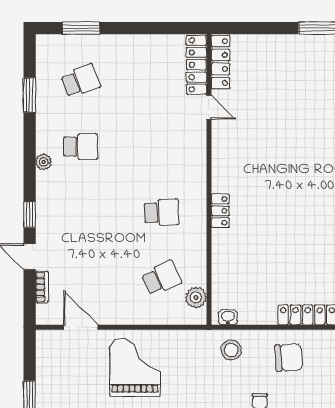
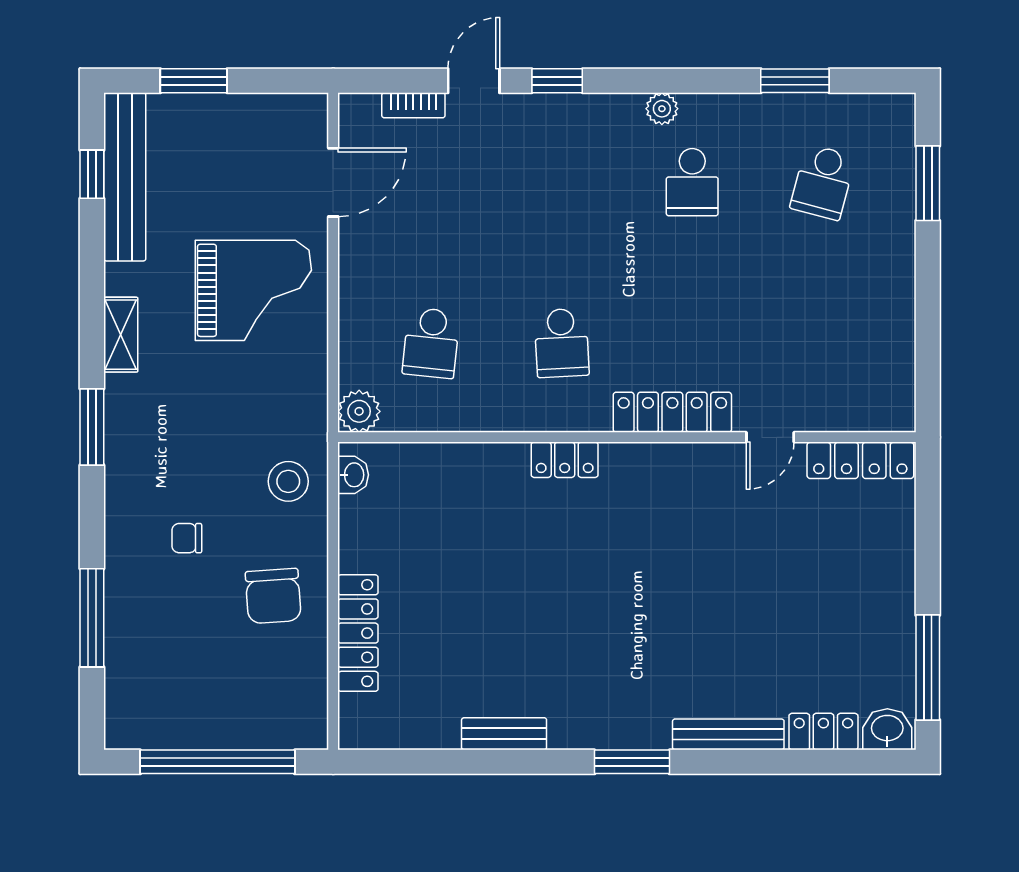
locker: (196, 65) -> (672, 412), moved
school desk: (81, 81) -> (823, 182), turned 36
school desk: (161, 278) -> (431, 343), turned 30
plant: (196, 297) -> (359, 411), moved

